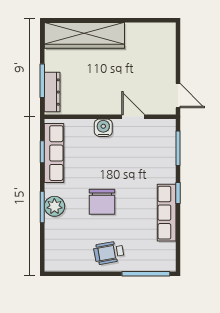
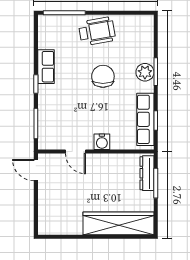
row of seats: (167, 213) -> (46, 67), width x0.68
wheelchair: (109, 253) -> (97, 31), width x1.36, depth x1.37

